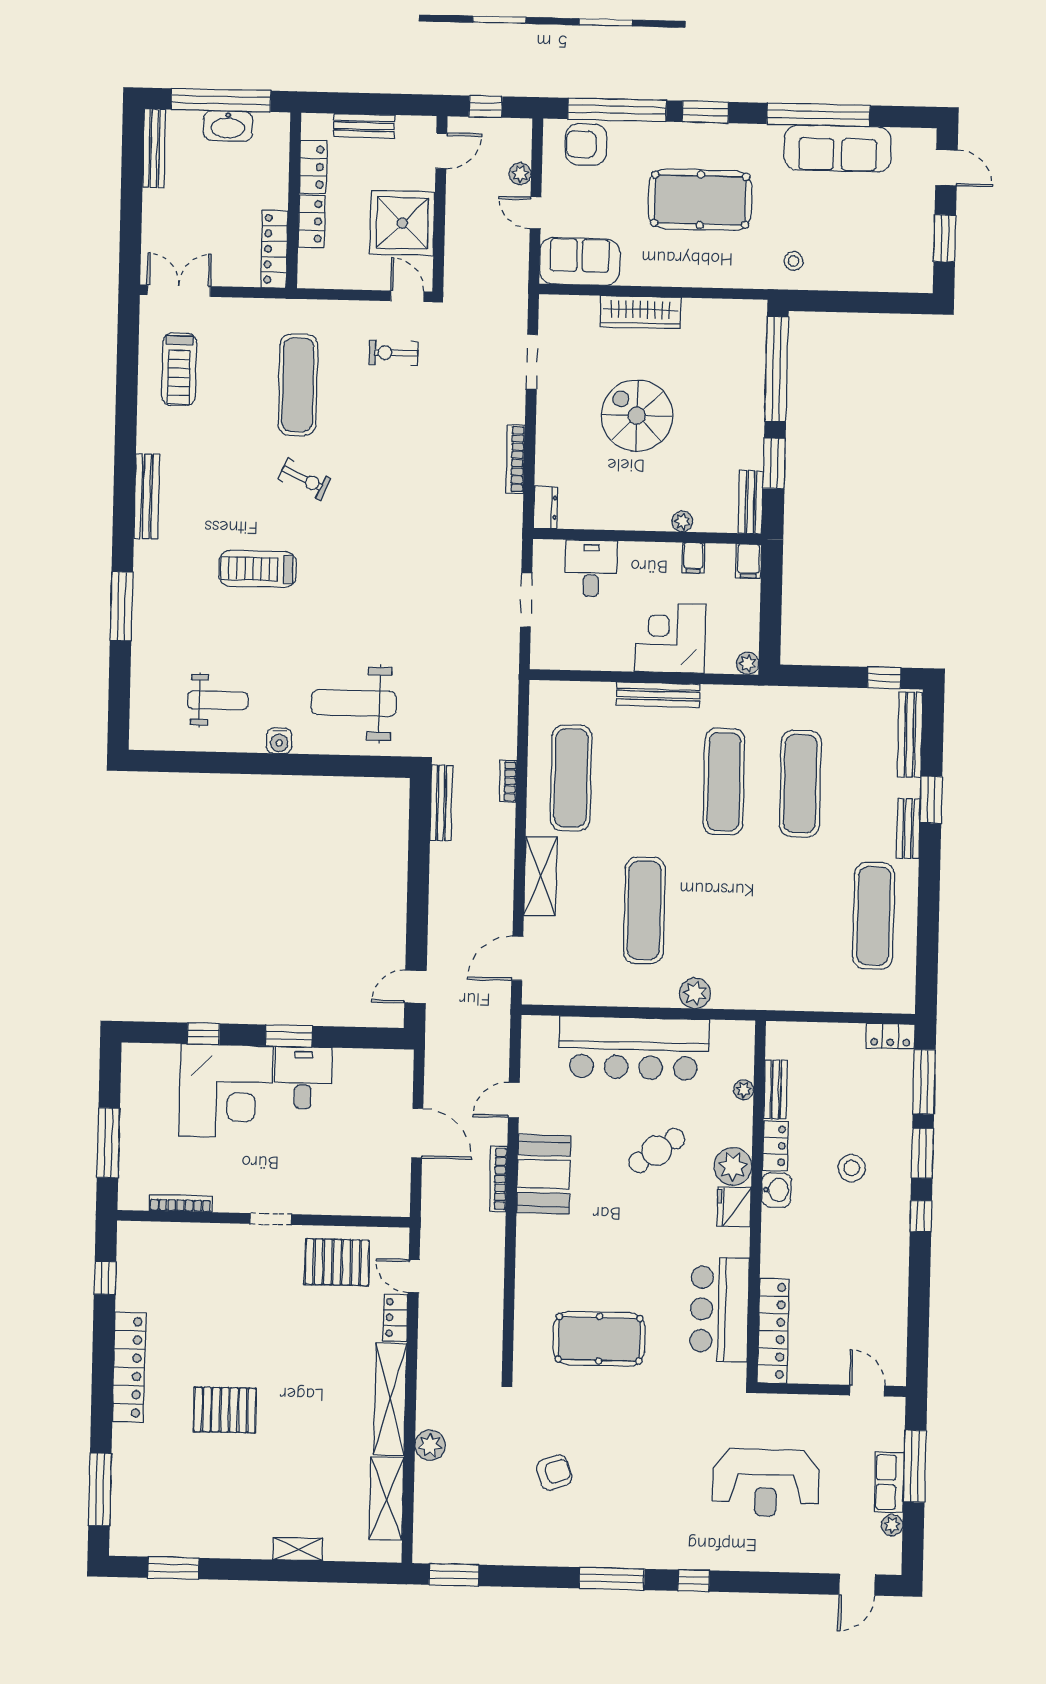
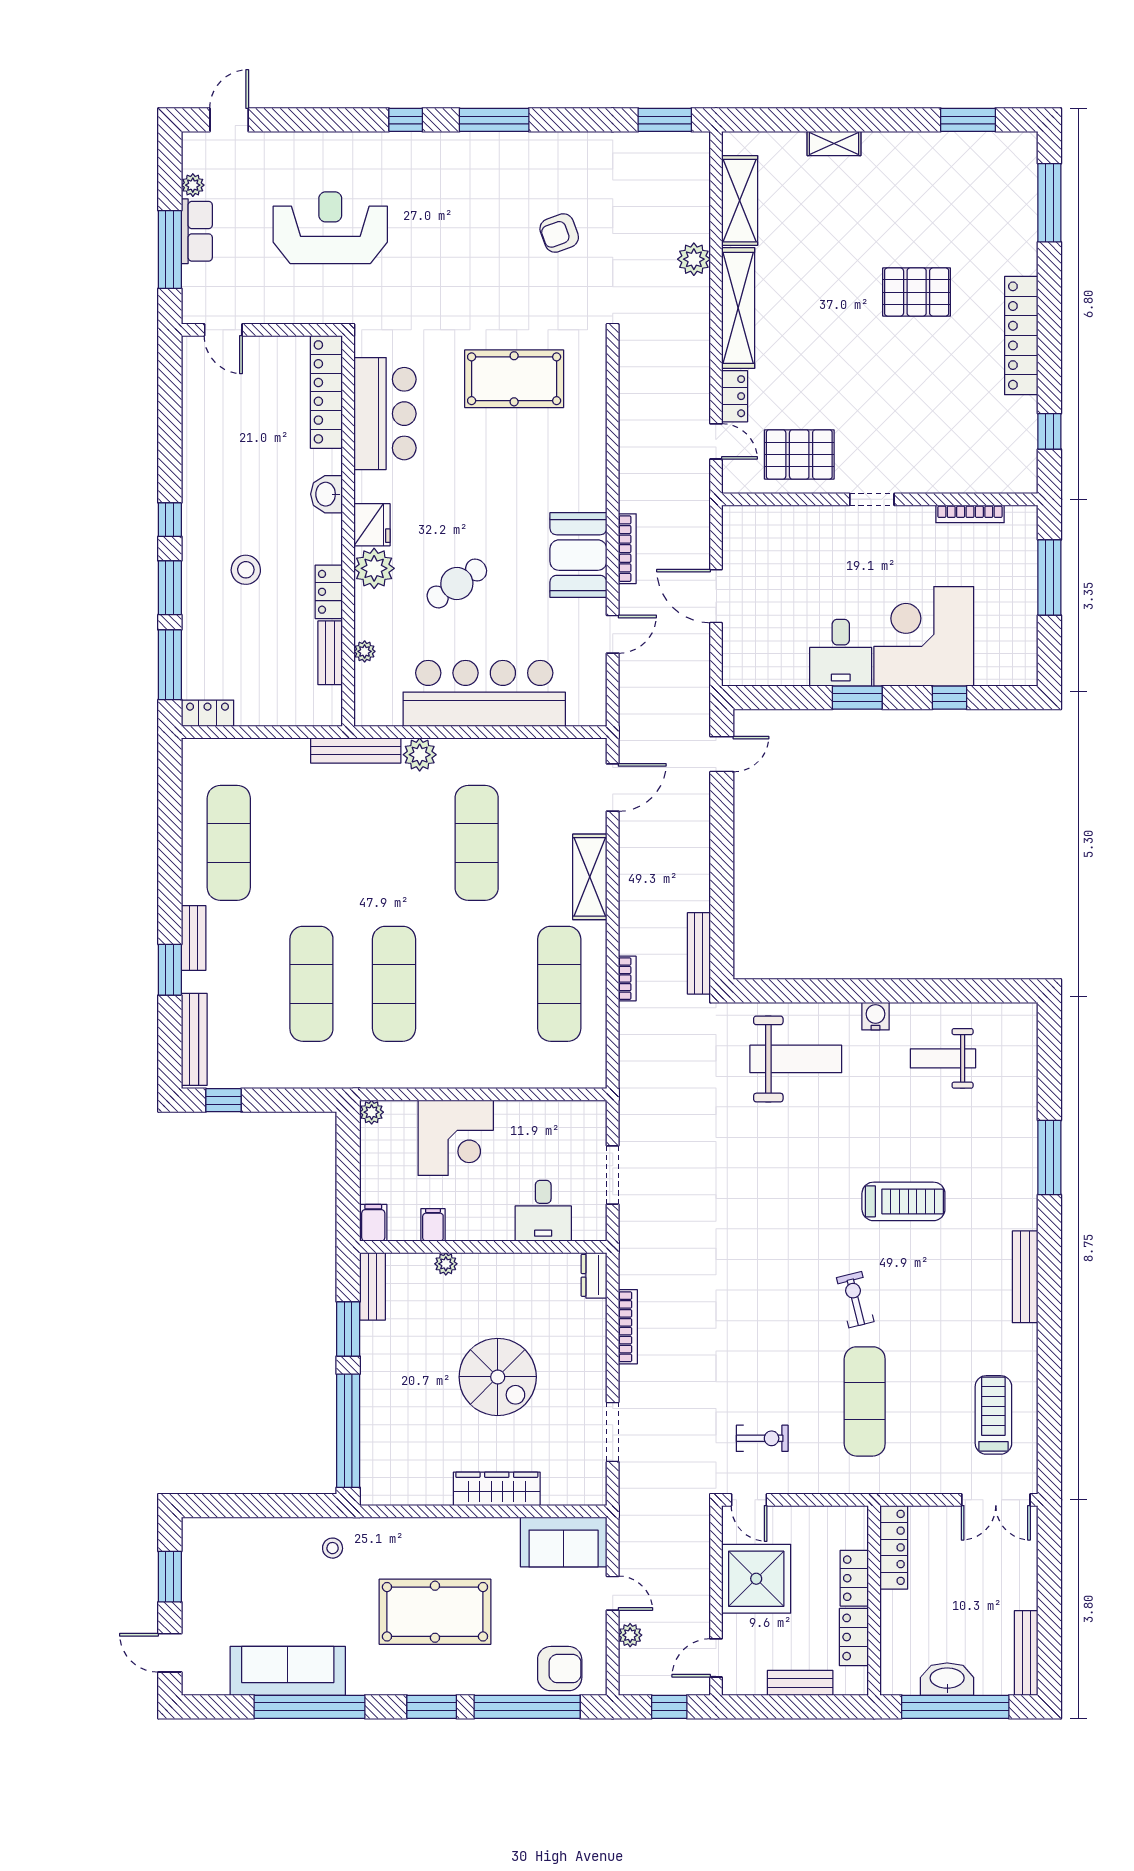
exercise bike: (304, 479) -> (855, 1300), turned 51
bench: (658, 695) -> (356, 751), moved
washbasin: (776, 1190) -> (327, 494), moved

